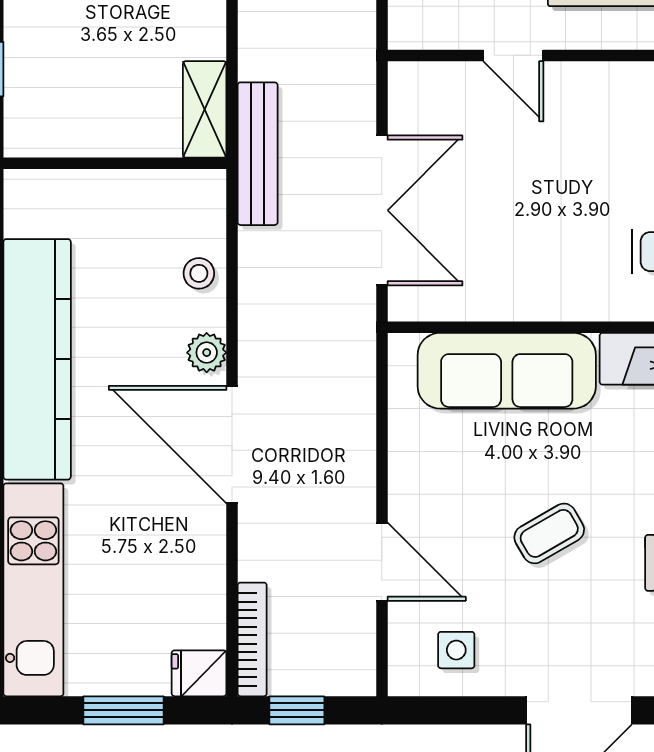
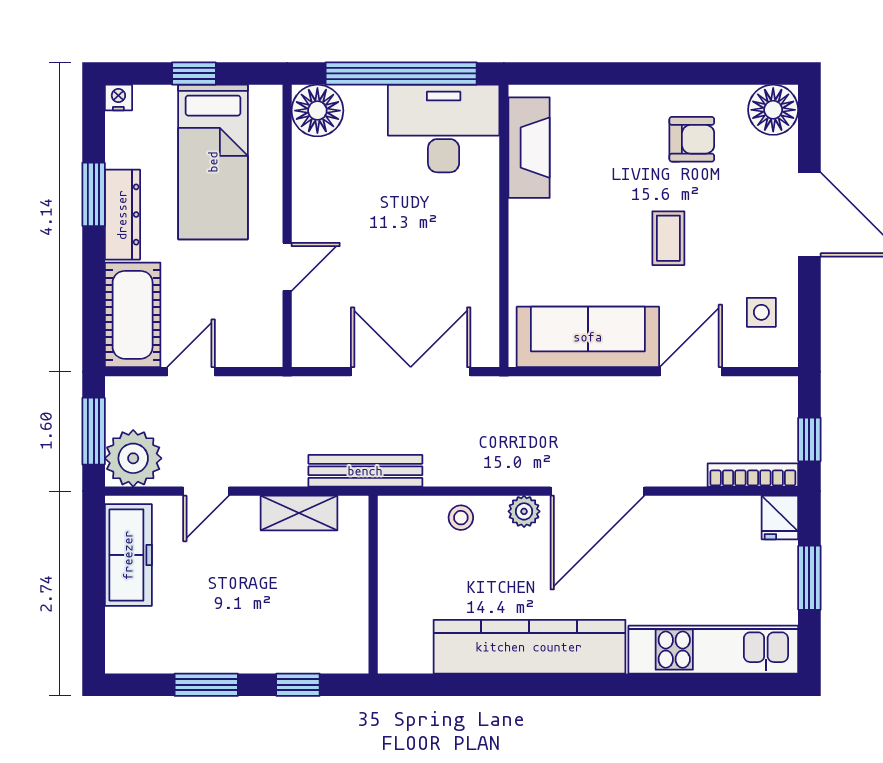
shelving: (205, 109) -> (299, 513), moved
sofa: (507, 371) -> (588, 337), moved, turned -90
coffee table: (549, 533) -> (668, 238), turned 30

